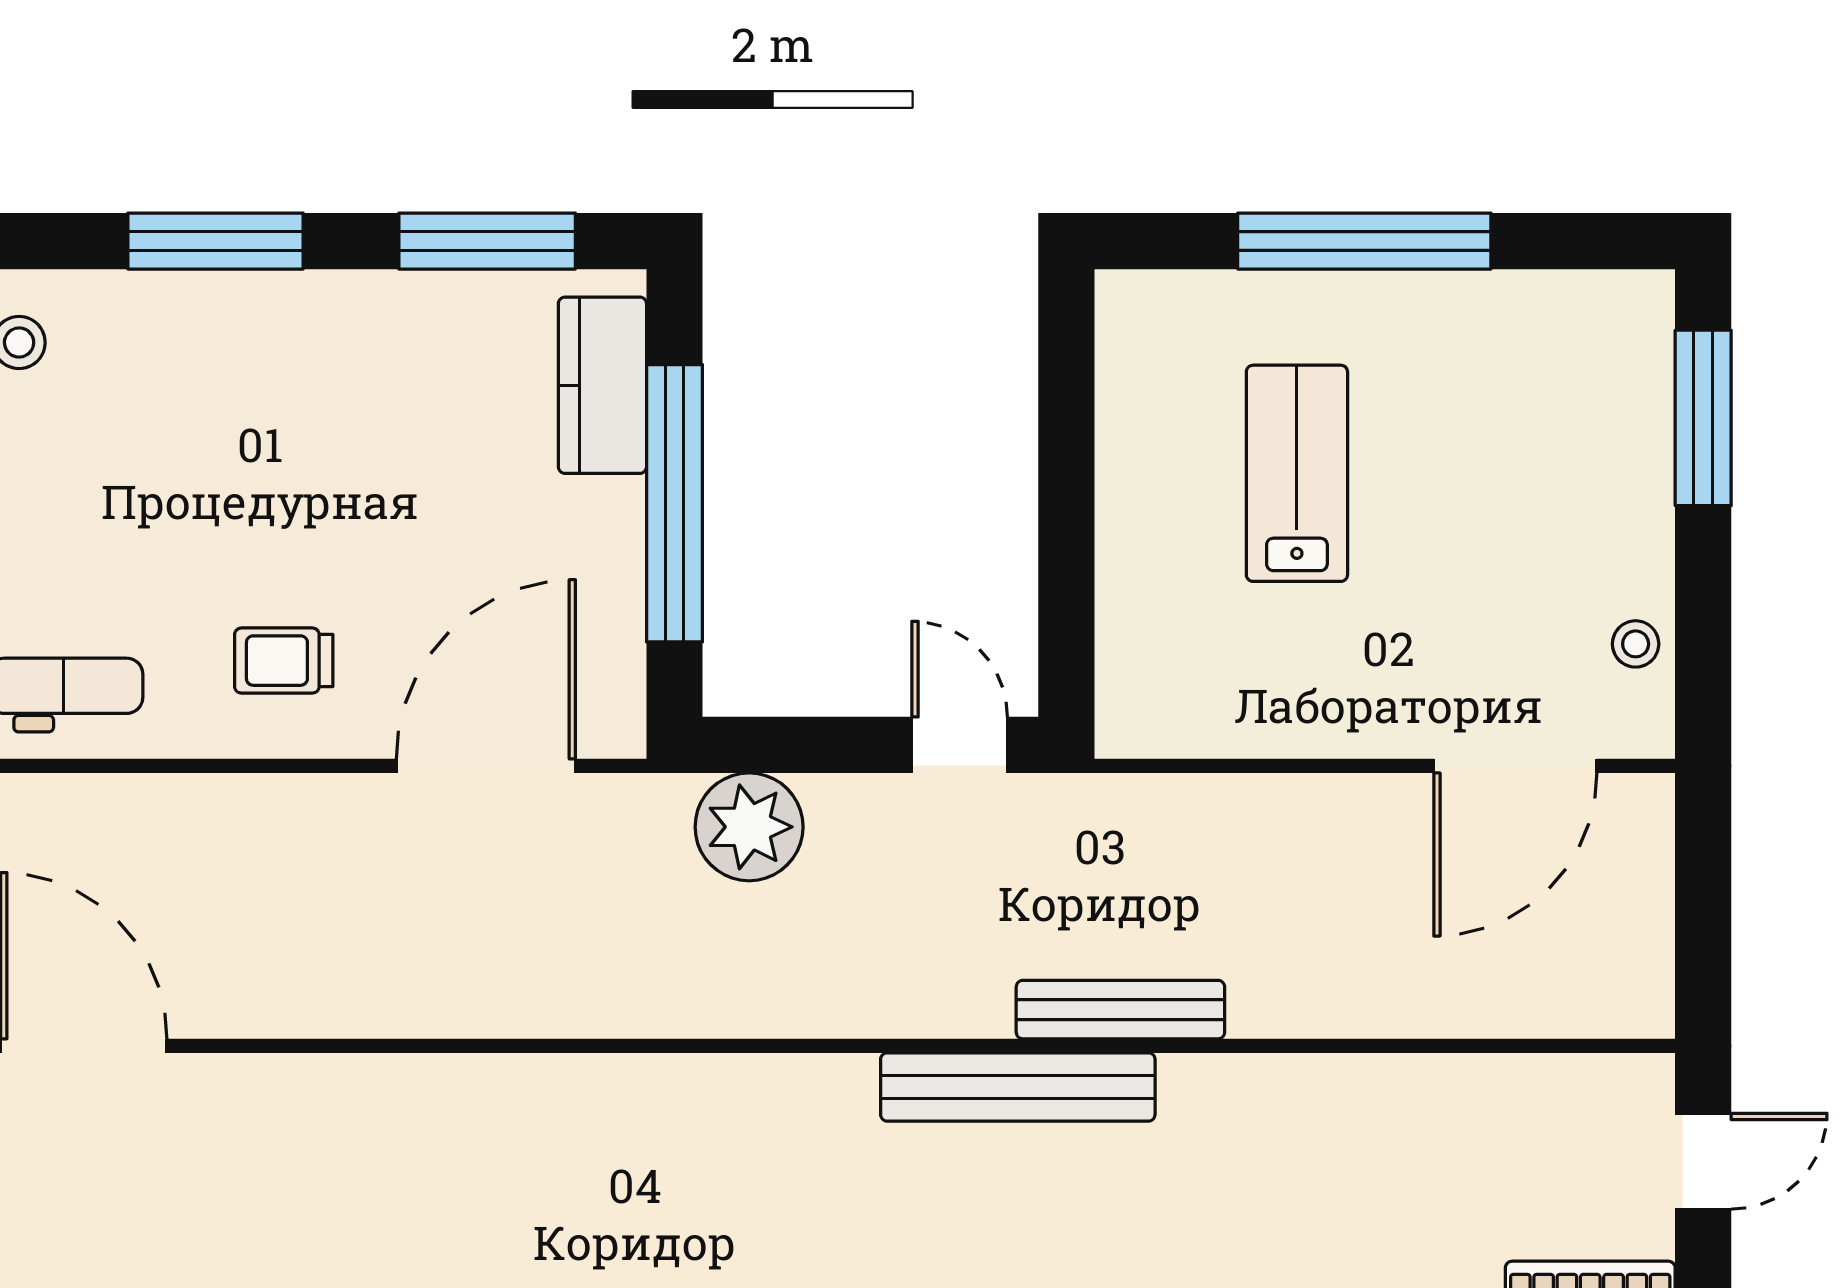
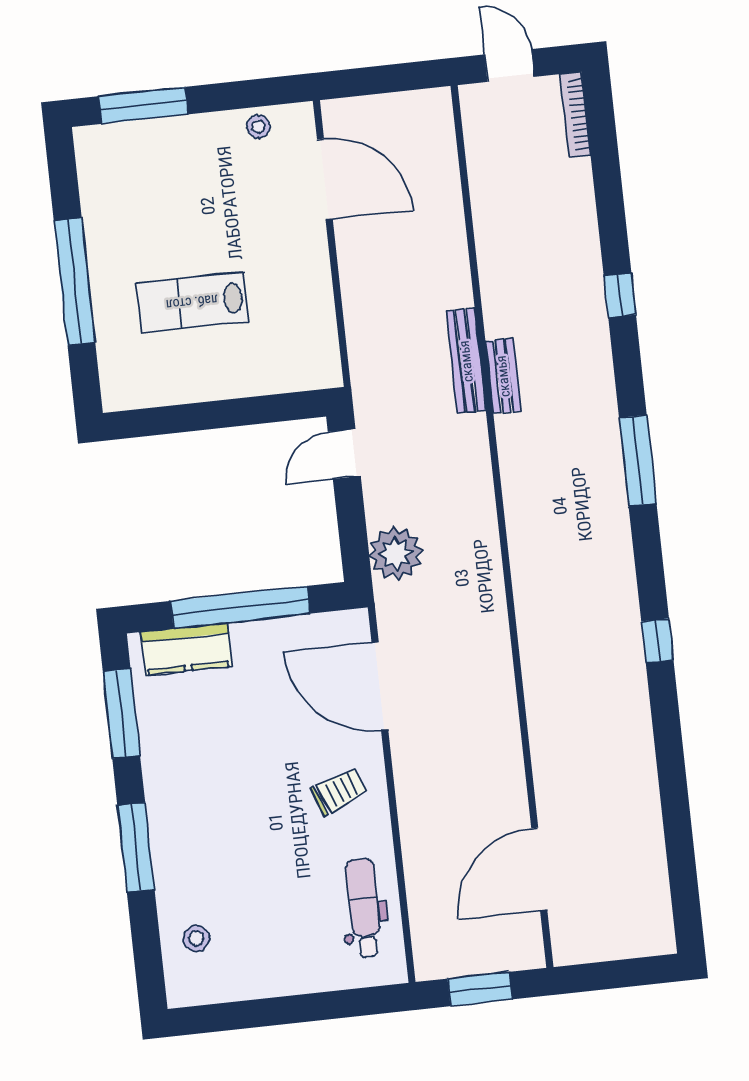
trolley: (284, 661) -> (339, 791), turned -111
bench: (1018, 1087) -> (503, 376), width x0.54, depth x0.82

